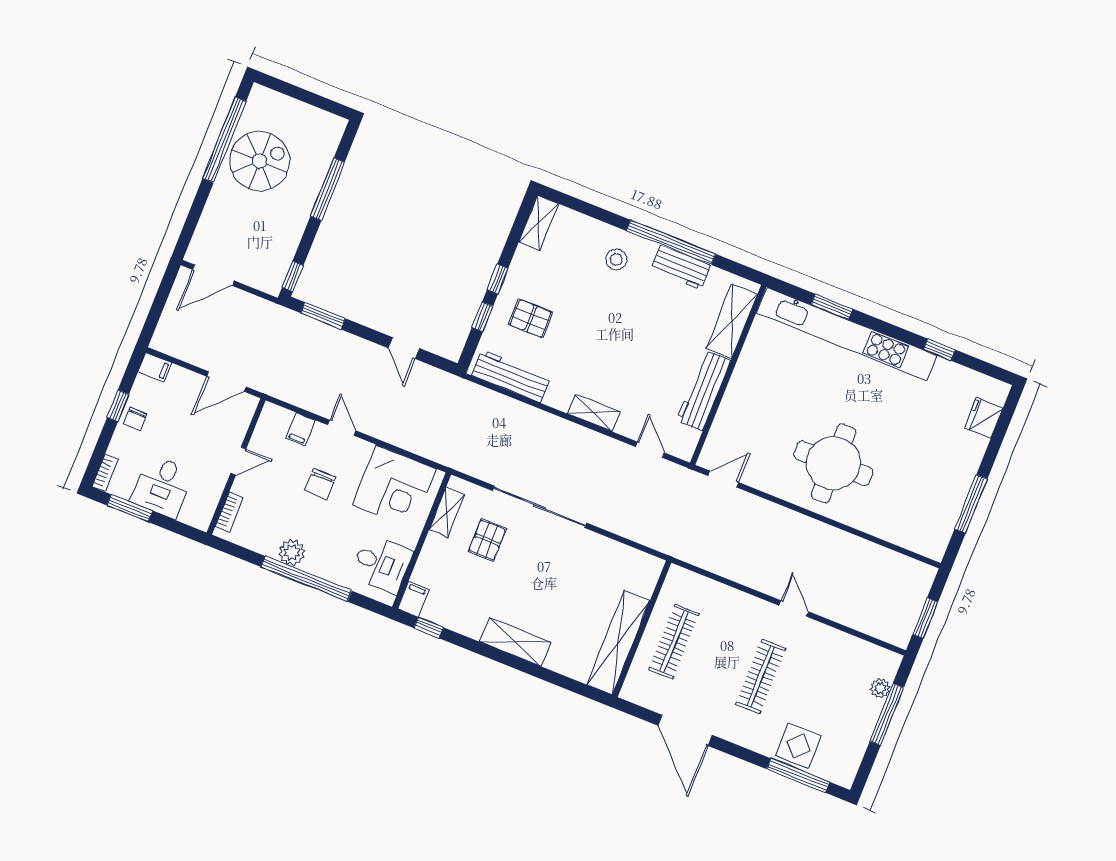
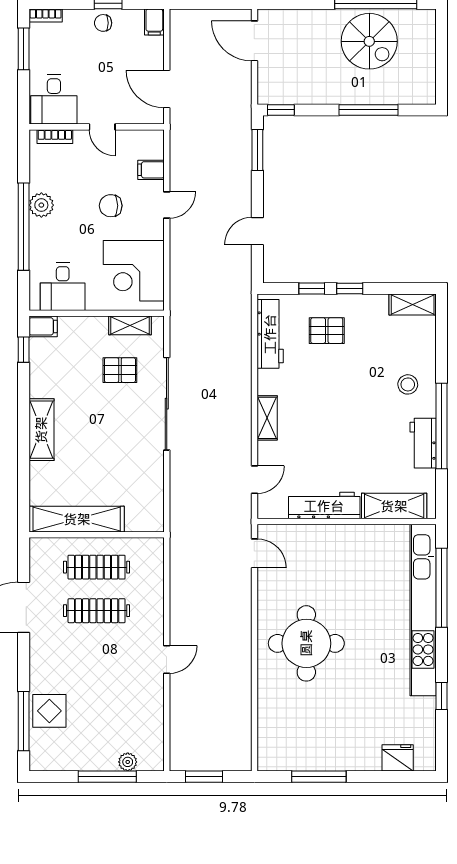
window: (832, 307) -> (442, 588), width x2.11
pallet: (530, 319) -> (327, 331), turned 90
desk: (162, 486) -> (54, 99), moved, turned -90
clothes rail: (761, 676) -> (97, 611), moved

